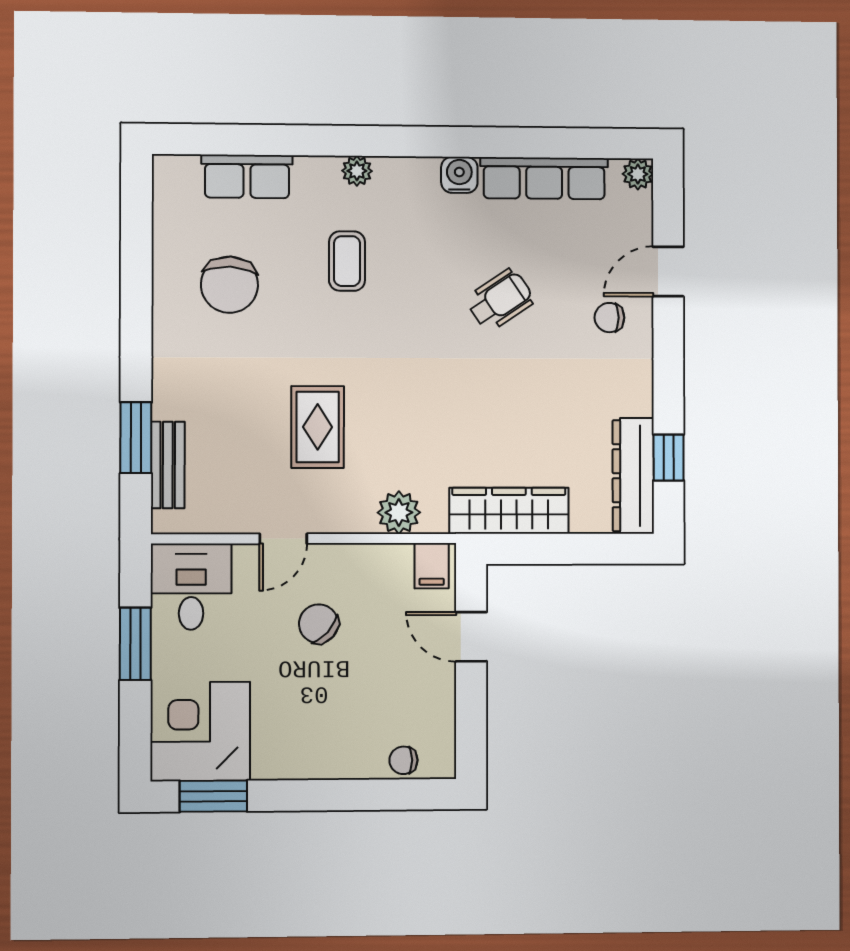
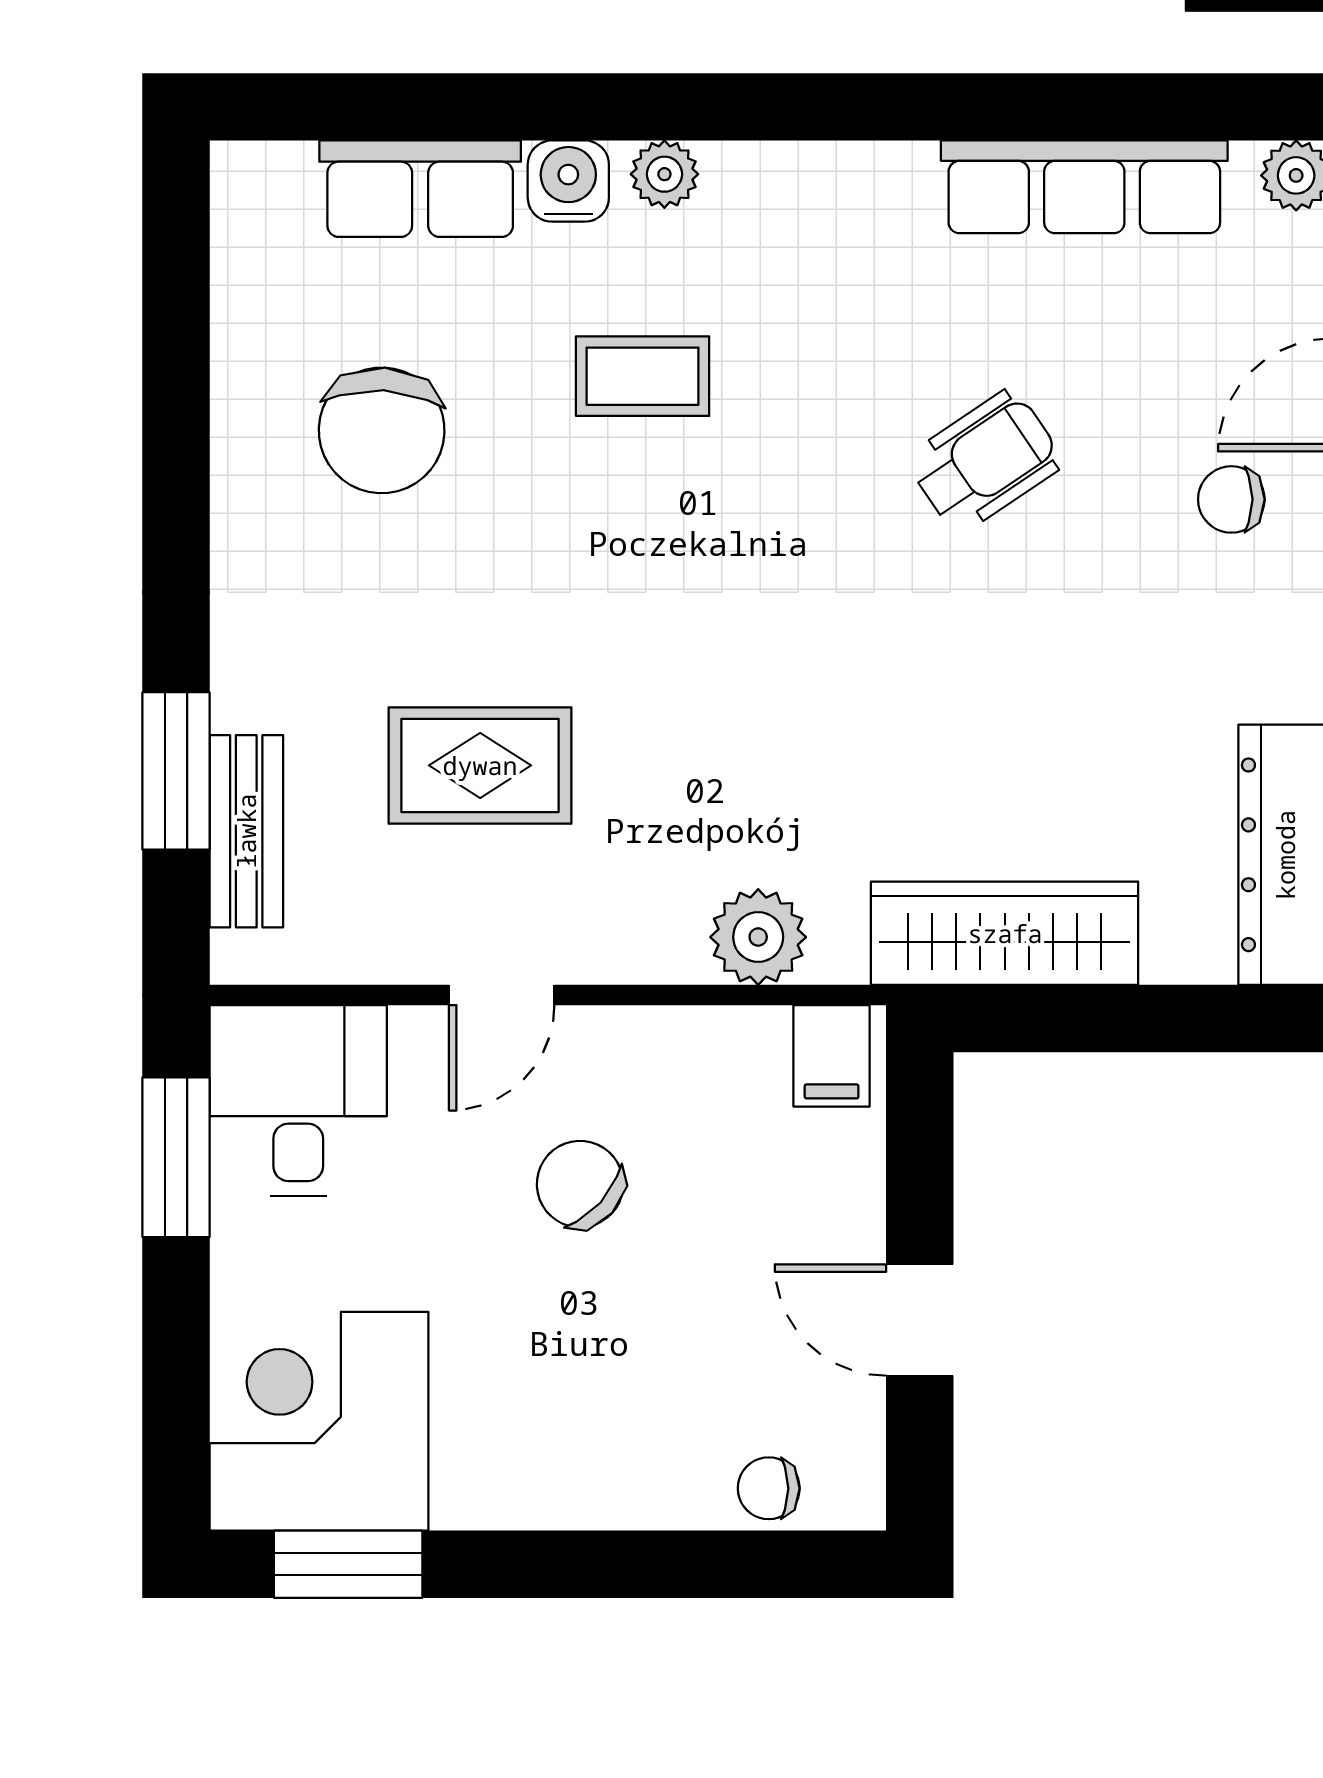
water cooler: (459, 175) -> (568, 181), moved
coffee table: (347, 261) -> (643, 376), turned 90
rug: (318, 427) -> (480, 765), moved, turned 90
door: (471, 637) -> (920, 1320), moved
window: (135, 644) -> (176, 1157), moved

